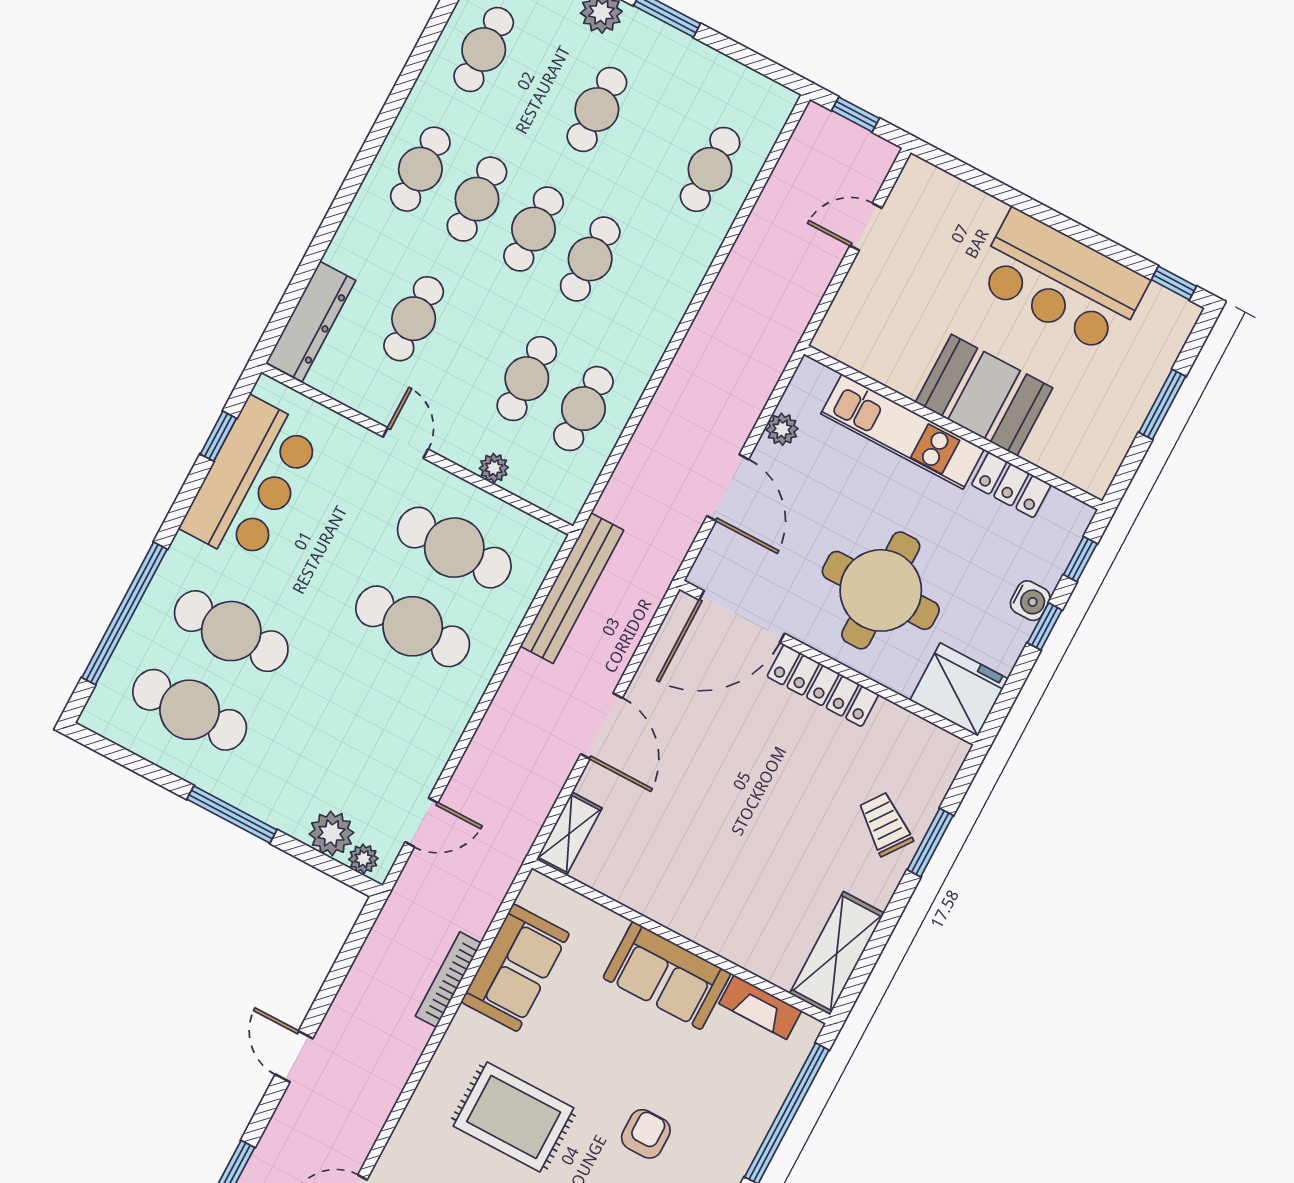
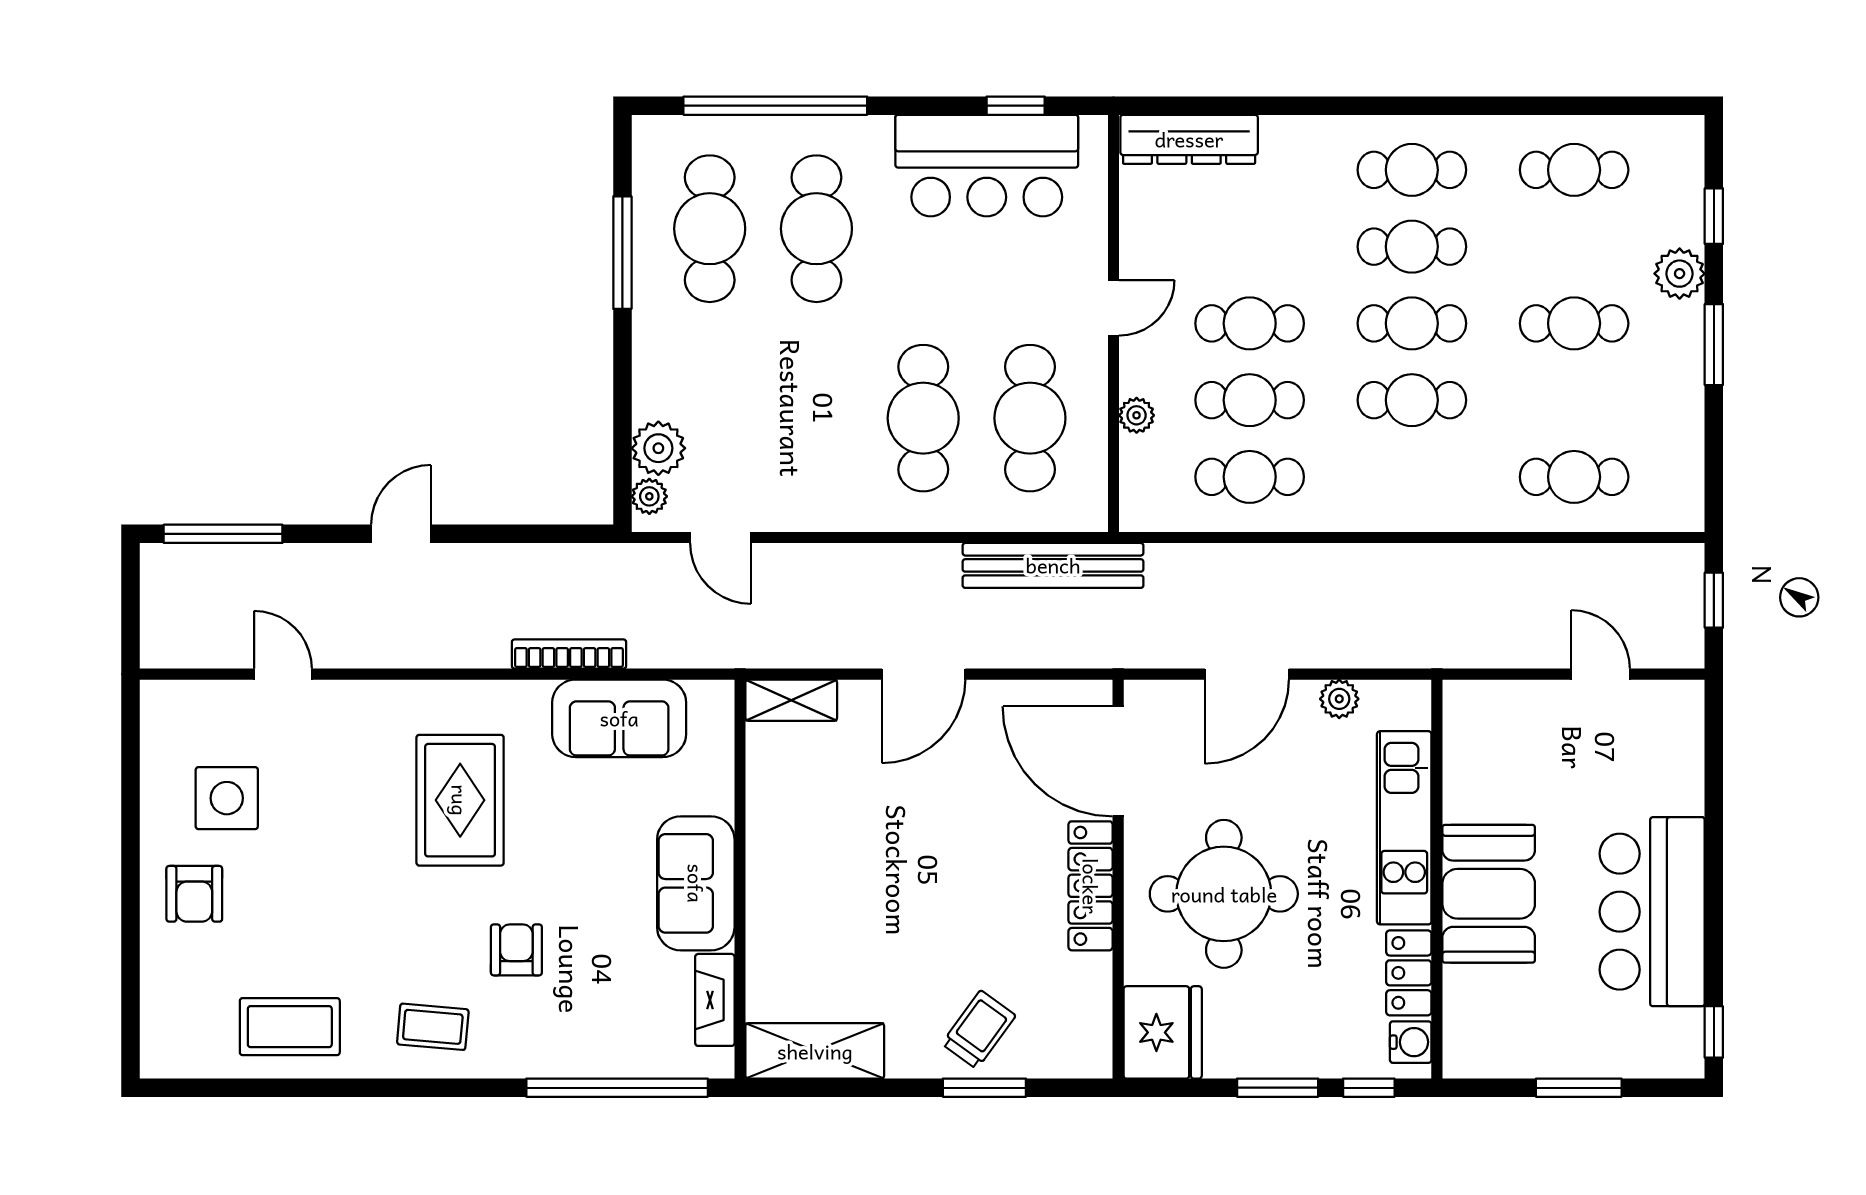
cafe table: (414, 319) -> (1250, 323), moved
water cooler: (1030, 601) -> (1411, 1042), moved, turned -90
window: (1045, 626) -> (1278, 1088), width x1.50
window: (232, 815) -> (622, 253), moved
armchair: (646, 1134) -> (516, 950), turned -90

